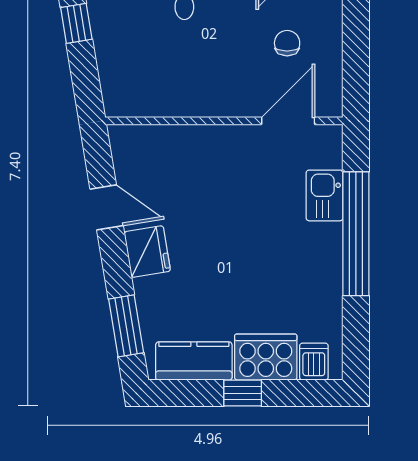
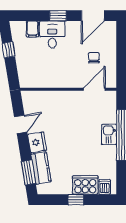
kitchen sink: (325, 195) -> (109, 134), moved
door: (107, 207) -> (21, 124), hinge flipped
kitchen counter: (194, 361) -> (41, 168), moved, turned 81

